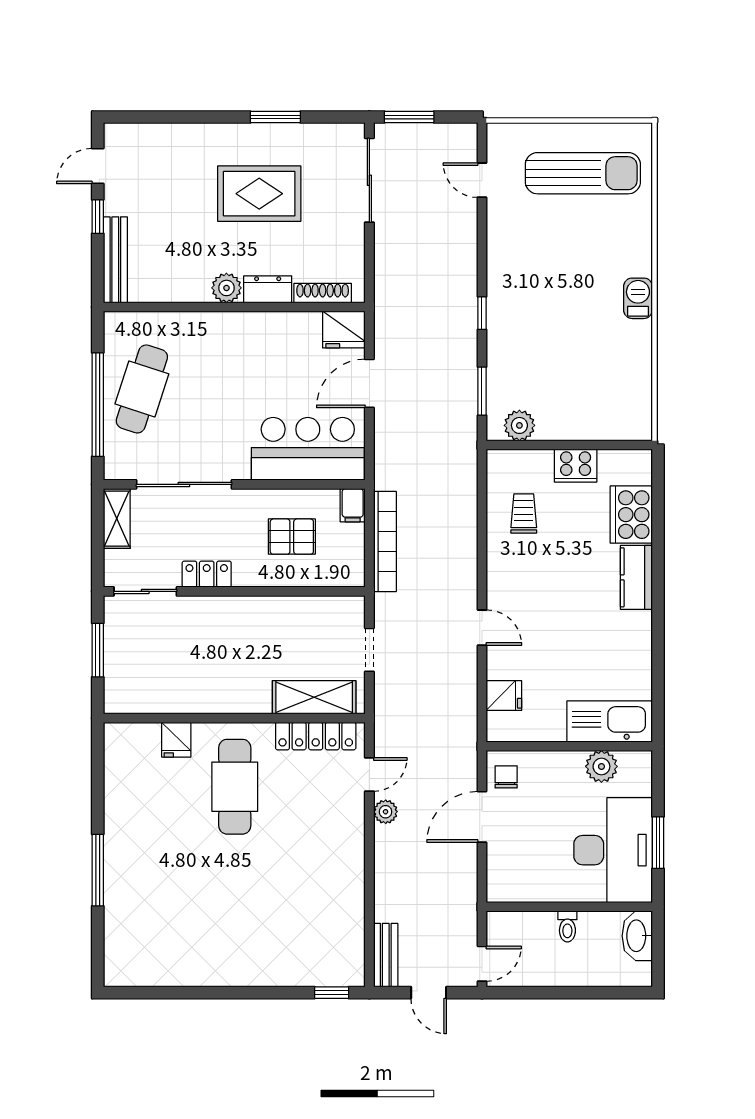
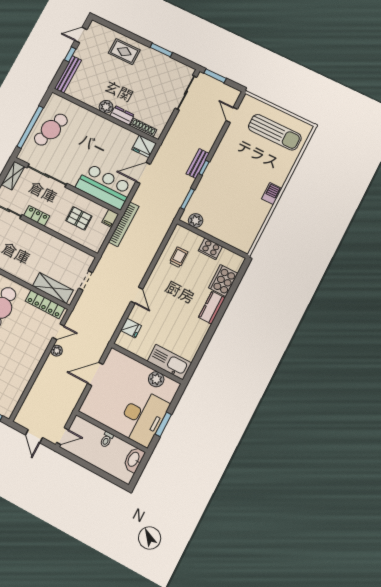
rug: (259, 194) -> (124, 52), moved, width x0.73, depth x0.70
bookcase: (385, 541) -> (124, 224), moved
chair: (506, 777) -> (114, 362), removed
bench: (386, 955) -> (198, 164), moved

